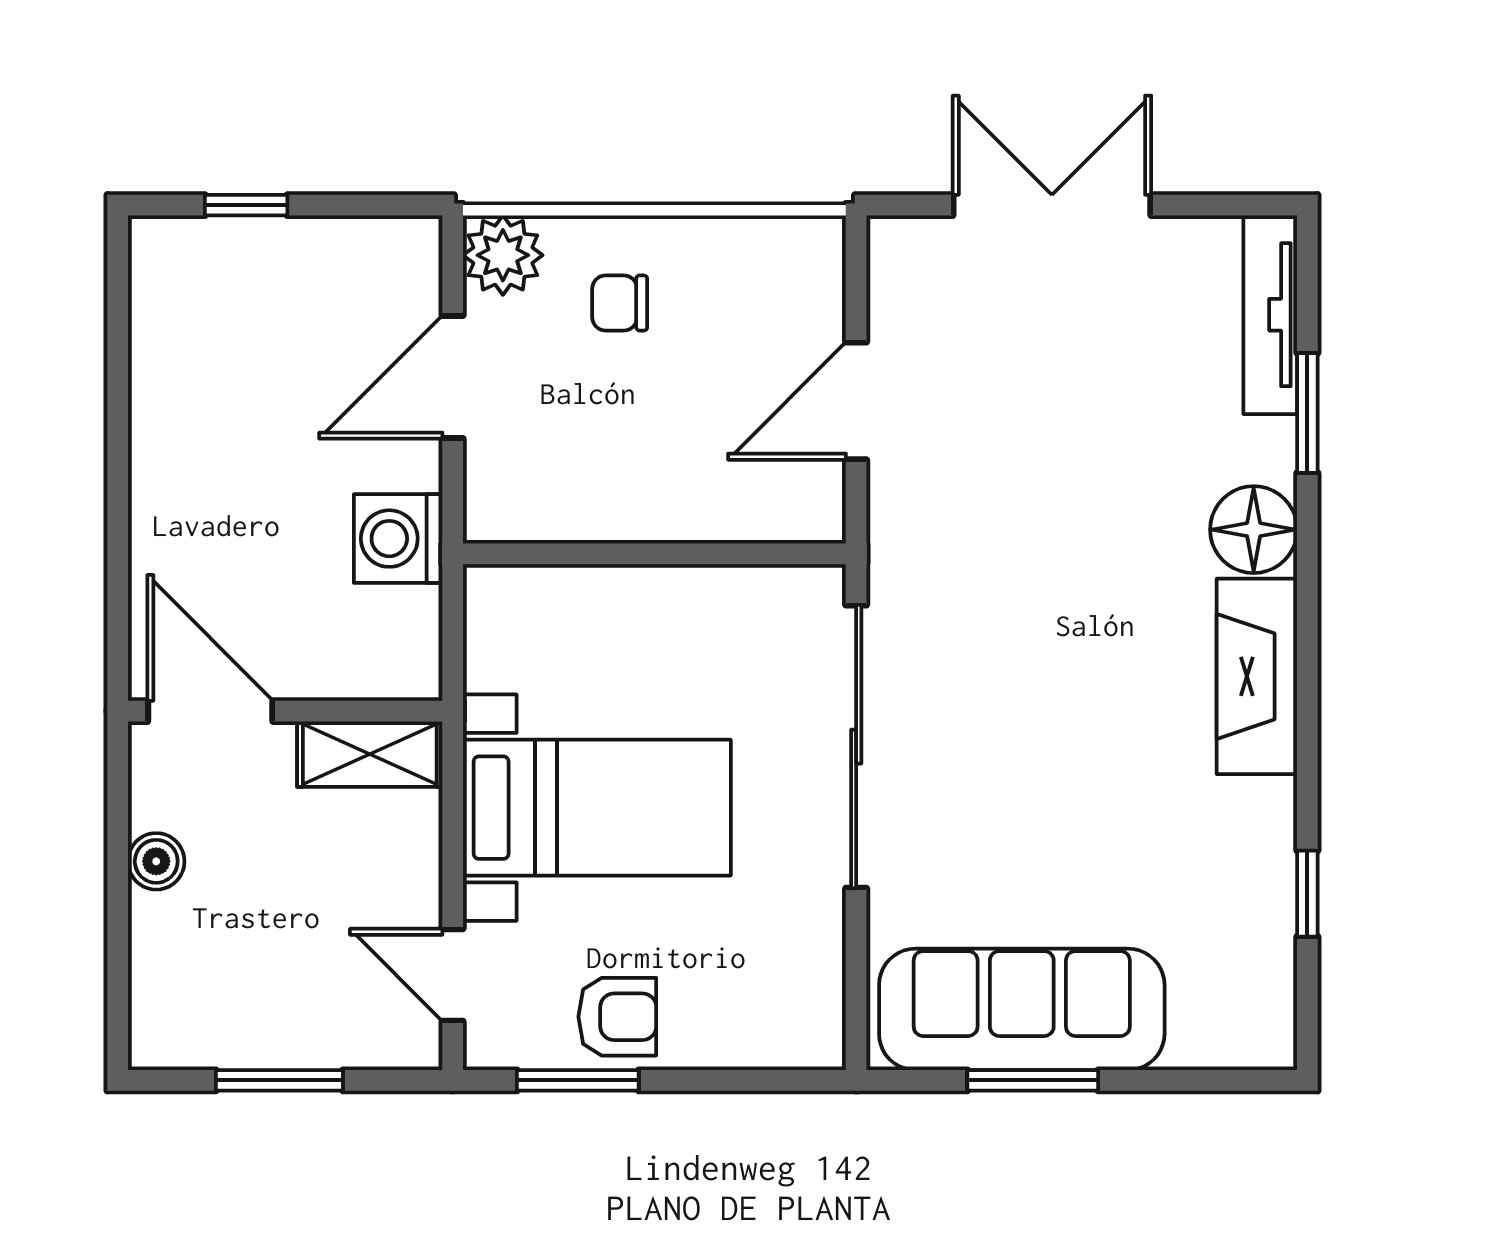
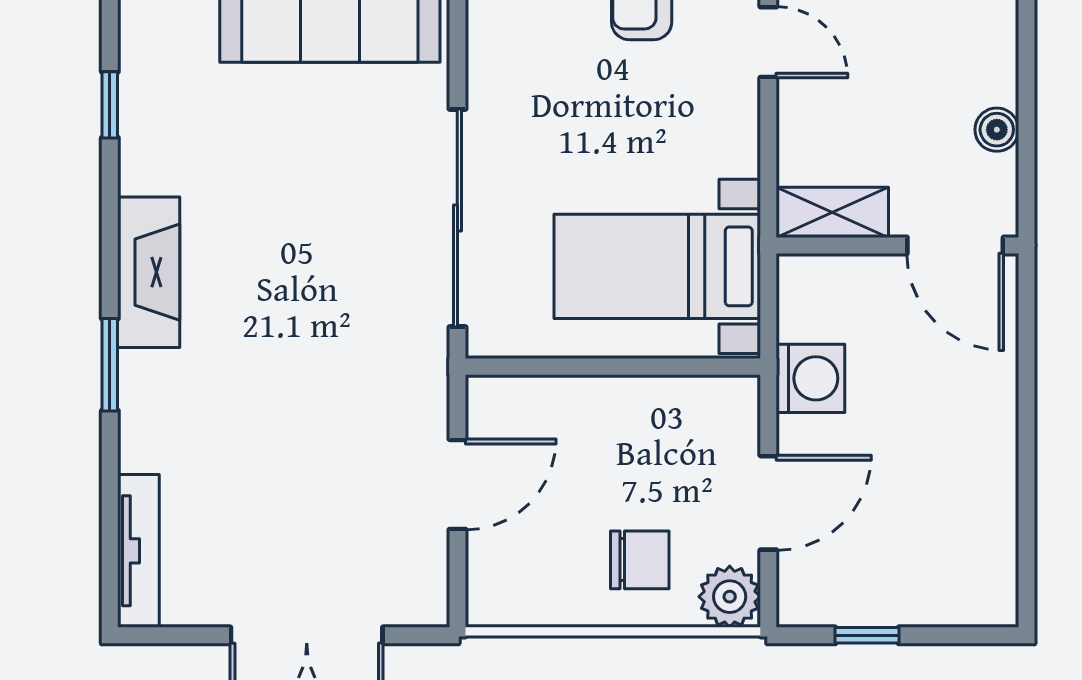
window: (246, 205) -> (867, 635), moved
chair: (620, 303) -> (640, 560), width x1.37, depth x1.37
window: (1307, 413) -> (110, 365), moved
floor lamp: (1254, 530) -> (151, 385), removed
bed with nightstands: (597, 808) -> (657, 266), moved

